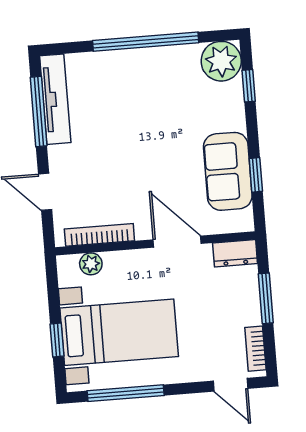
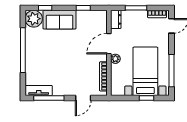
tv unit: (55, 99) -> (39, 91), width x0.71
sofa: (228, 171) -> (60, 20), moved
plant: (91, 264) -> (115, 59), moved

